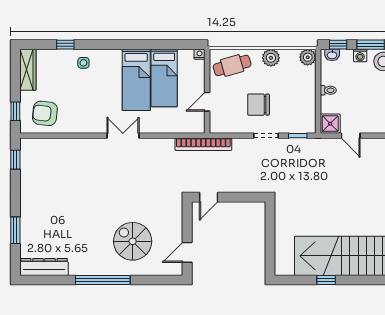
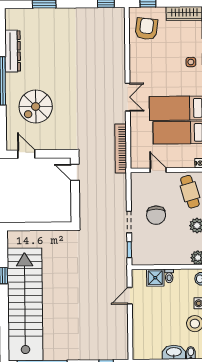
chair: (259, 105) -> (156, 215), turned 180
shower: (330, 124) -> (155, 278), moved
bookcase: (203, 144) -> (121, 149), moved
spiral stairs: (133, 241) -> (36, 107), turned 180
dresser: (44, 267) -> (13, 51), moved

